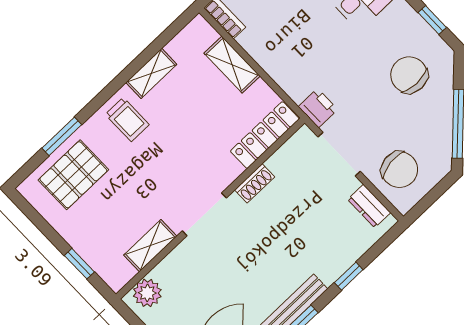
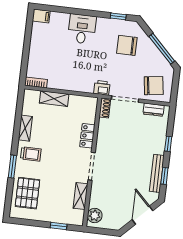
locker: (265, 135) -> (87, 136), moved, width x0.66
window: (62, 136) -> (12, 167), moved
shoe rack: (255, 183) -> (105, 108), moved

